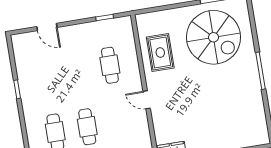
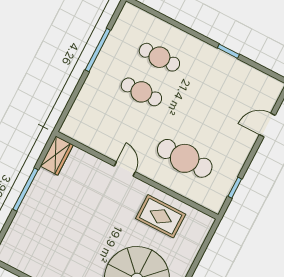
cafe table: (110, 65) -> (185, 158), width x1.37, depth x1.35
door: (147, 100) -> (125, 169), hinge flipped

